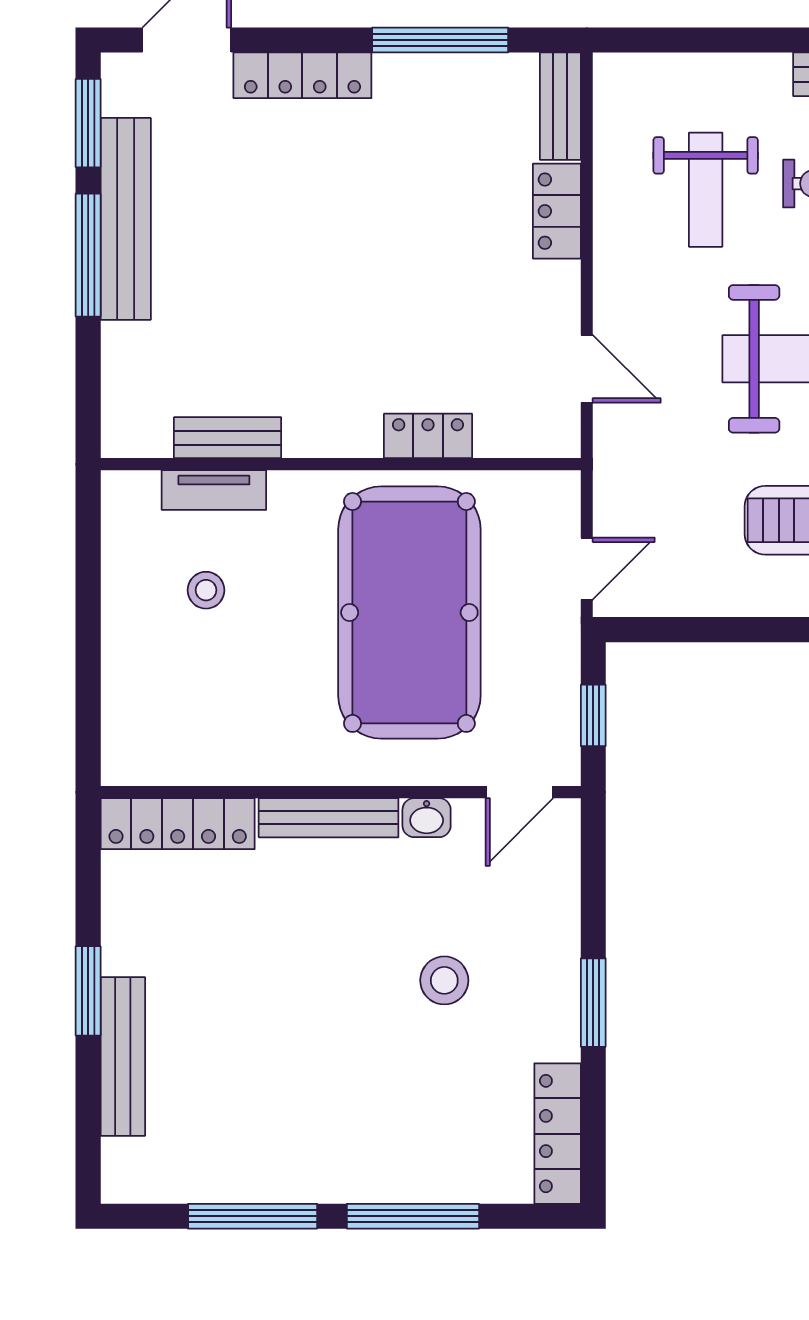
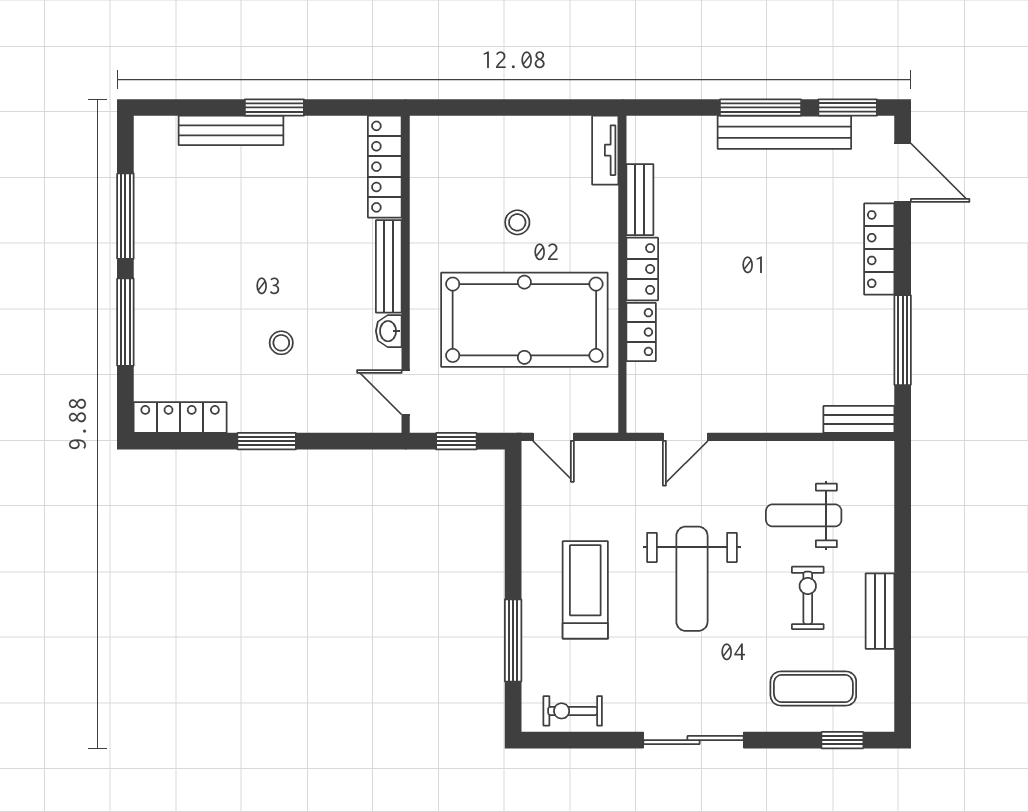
locker: (557, 211) -> (642, 269), moved, turned 90
tv unit: (214, 490) -> (605, 150), moved
stool: (206, 590) -> (517, 222), moved
stool: (444, 980) -> (281, 343), width x0.73, depth x0.73

